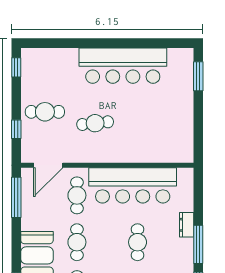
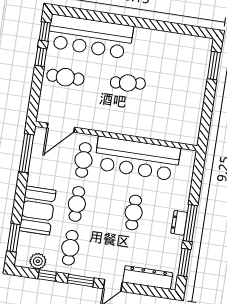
bar counter: (123, 66) -> (90, 37), moved
cafe table: (95, 123) -> (128, 83), moved
window: (16, 129) -> (41, 57), moved
dresser: (187, 225) -> (179, 223), moved

